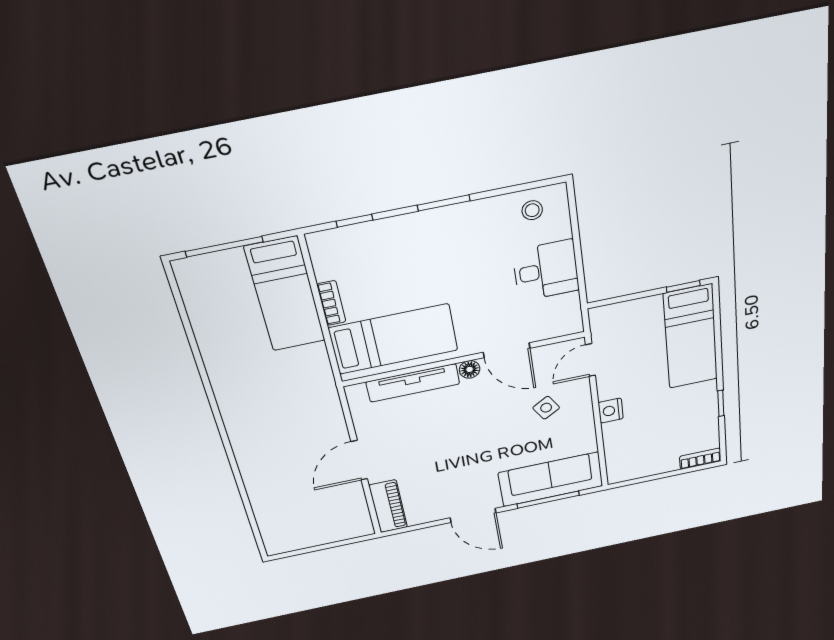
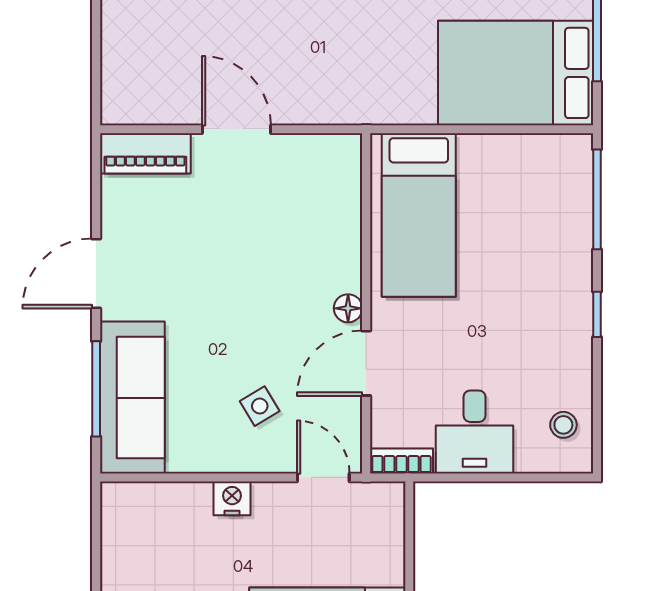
window: (444, 203) -> (597, 314), width x0.67
window: (354, 221) -> (597, 199), width x2.17
bed: (285, 294) -> (516, 73), width x1.50
bookcase: (331, 303) -> (401, 461), moved, turned 180
tv unit: (413, 383) -> (345, 228), removed

